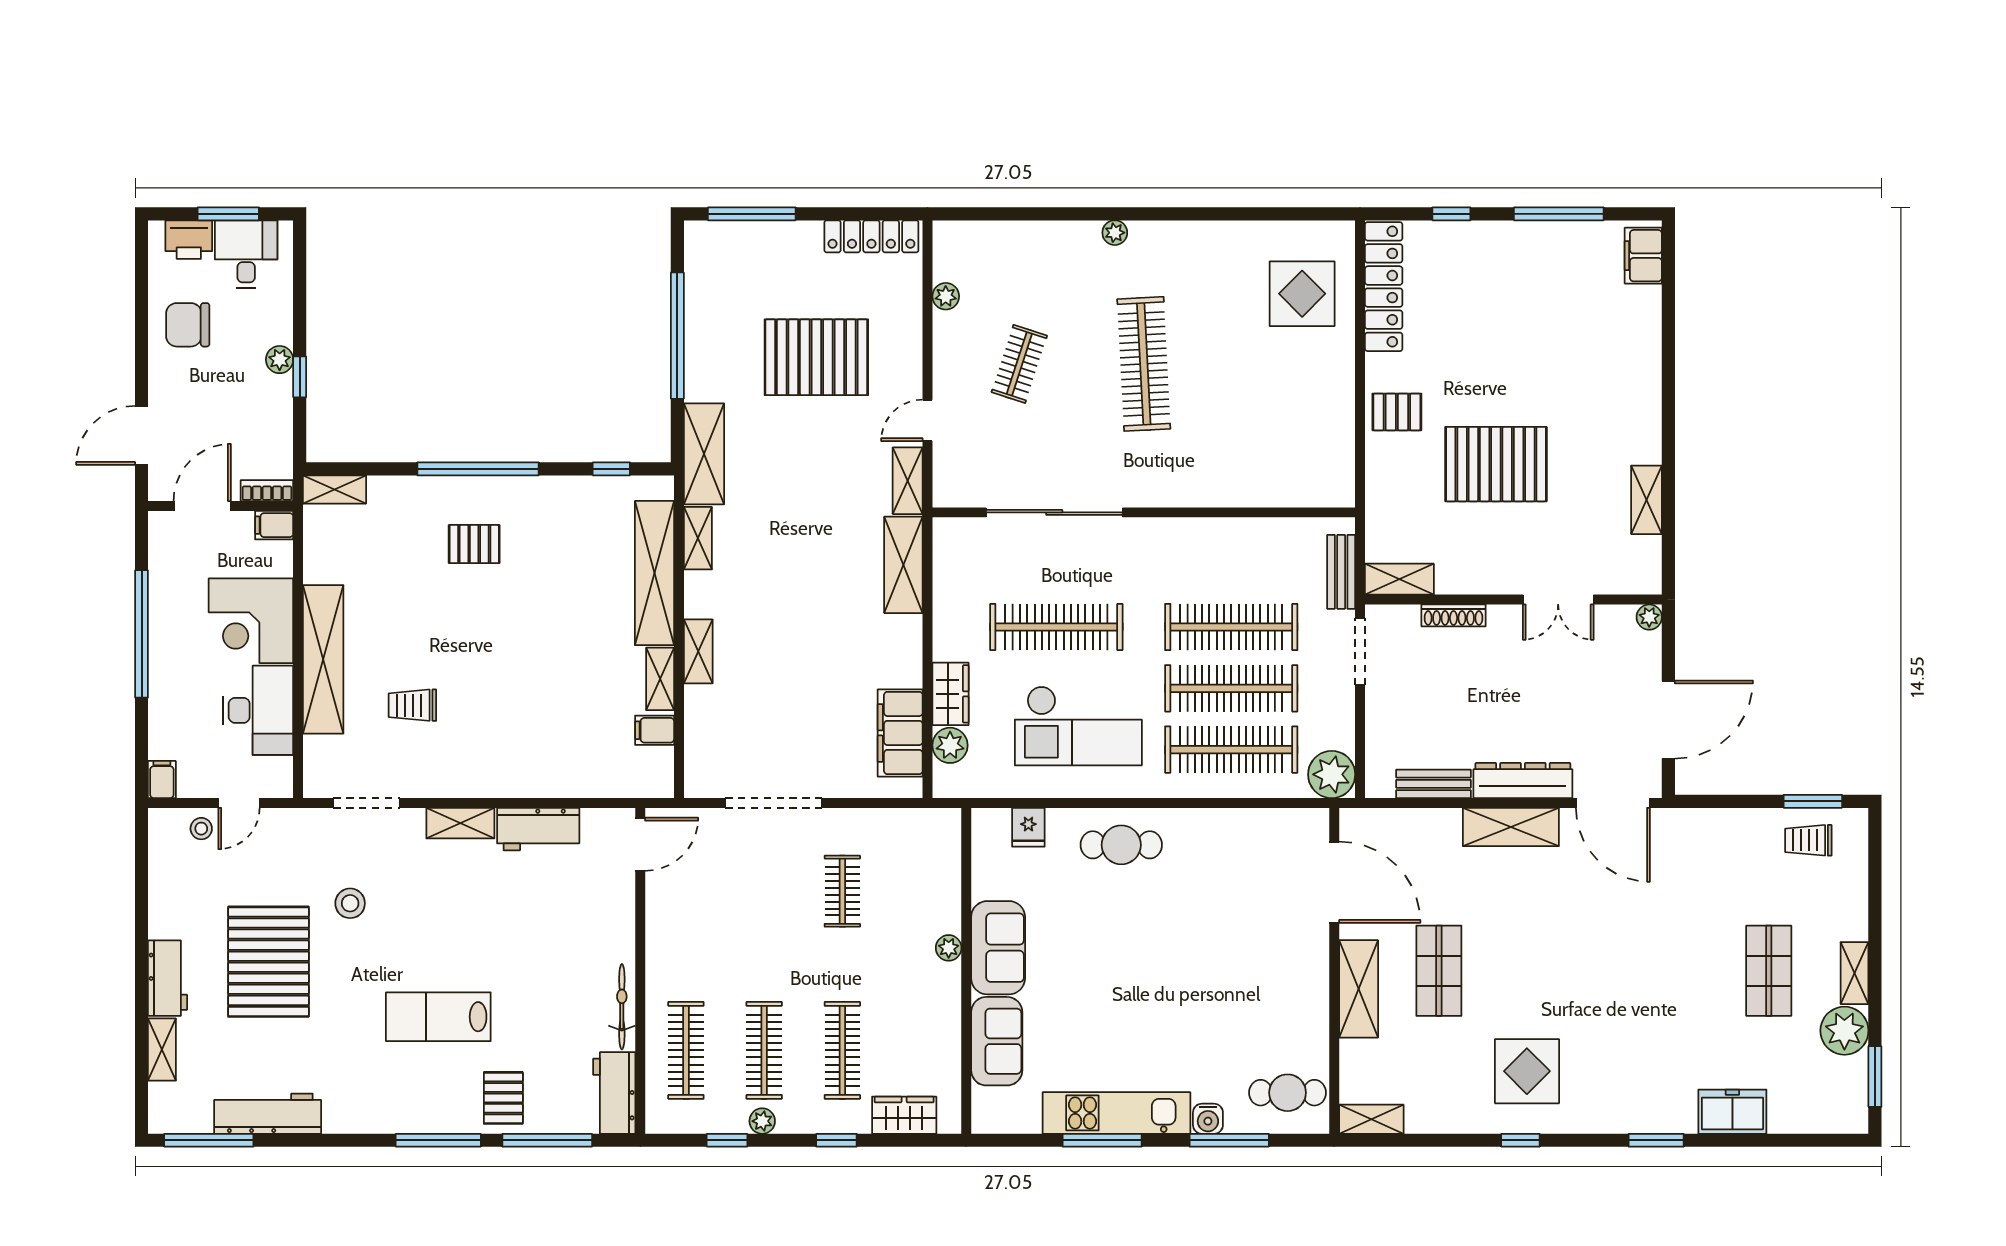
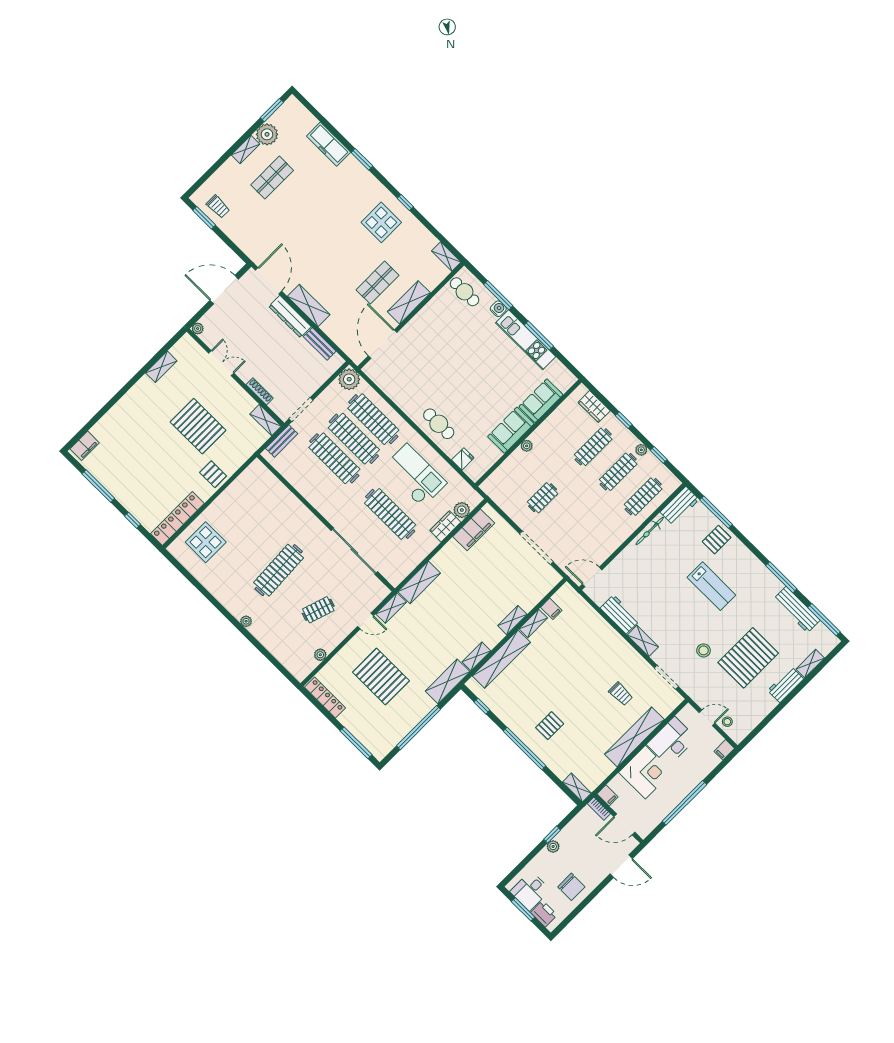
pallet: (474, 544) -> (550, 726), turned 90
freezer: (1732, 1112) -> (329, 144), width x1.40
window: (438, 1140) -> (781, 577), moved

